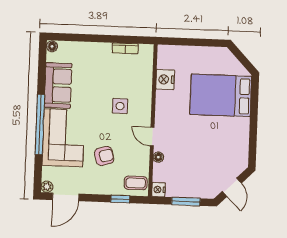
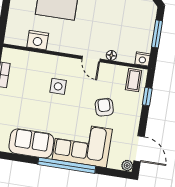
door: (152, 137) -> (91, 59), hinge flipped

